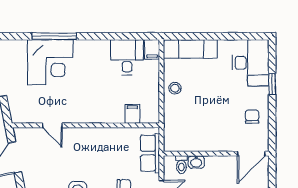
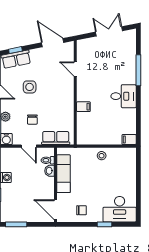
exam couch: (190, 49) -> (63, 174), moved, turned 180
desk: (127, 57) -> (123, 96), moved
corner desk: (50, 62) -> (120, 68), removed
filing cabinet: (132, 114) -> (83, 107), moved
door: (52, 125) -> (75, 69), hinge flipped

